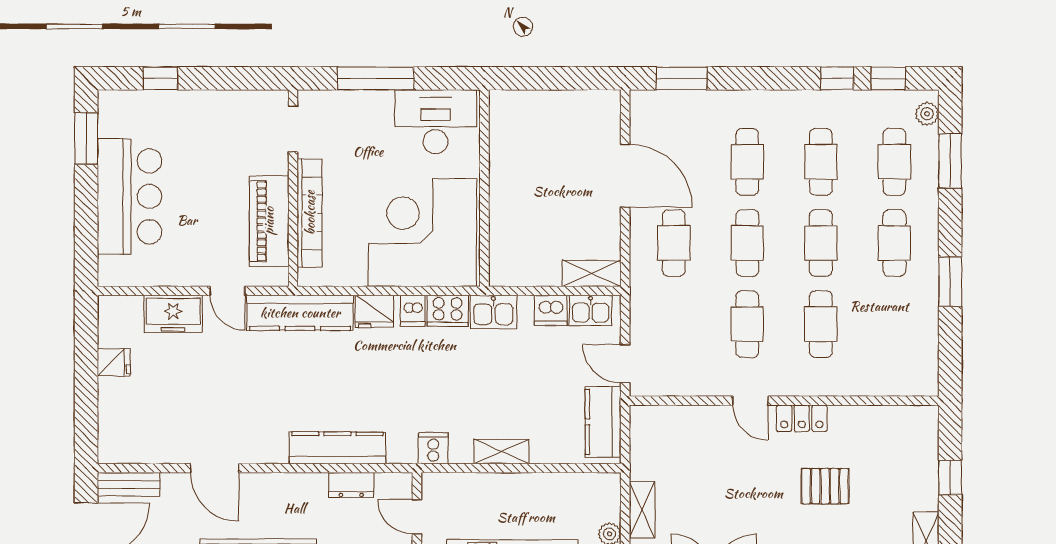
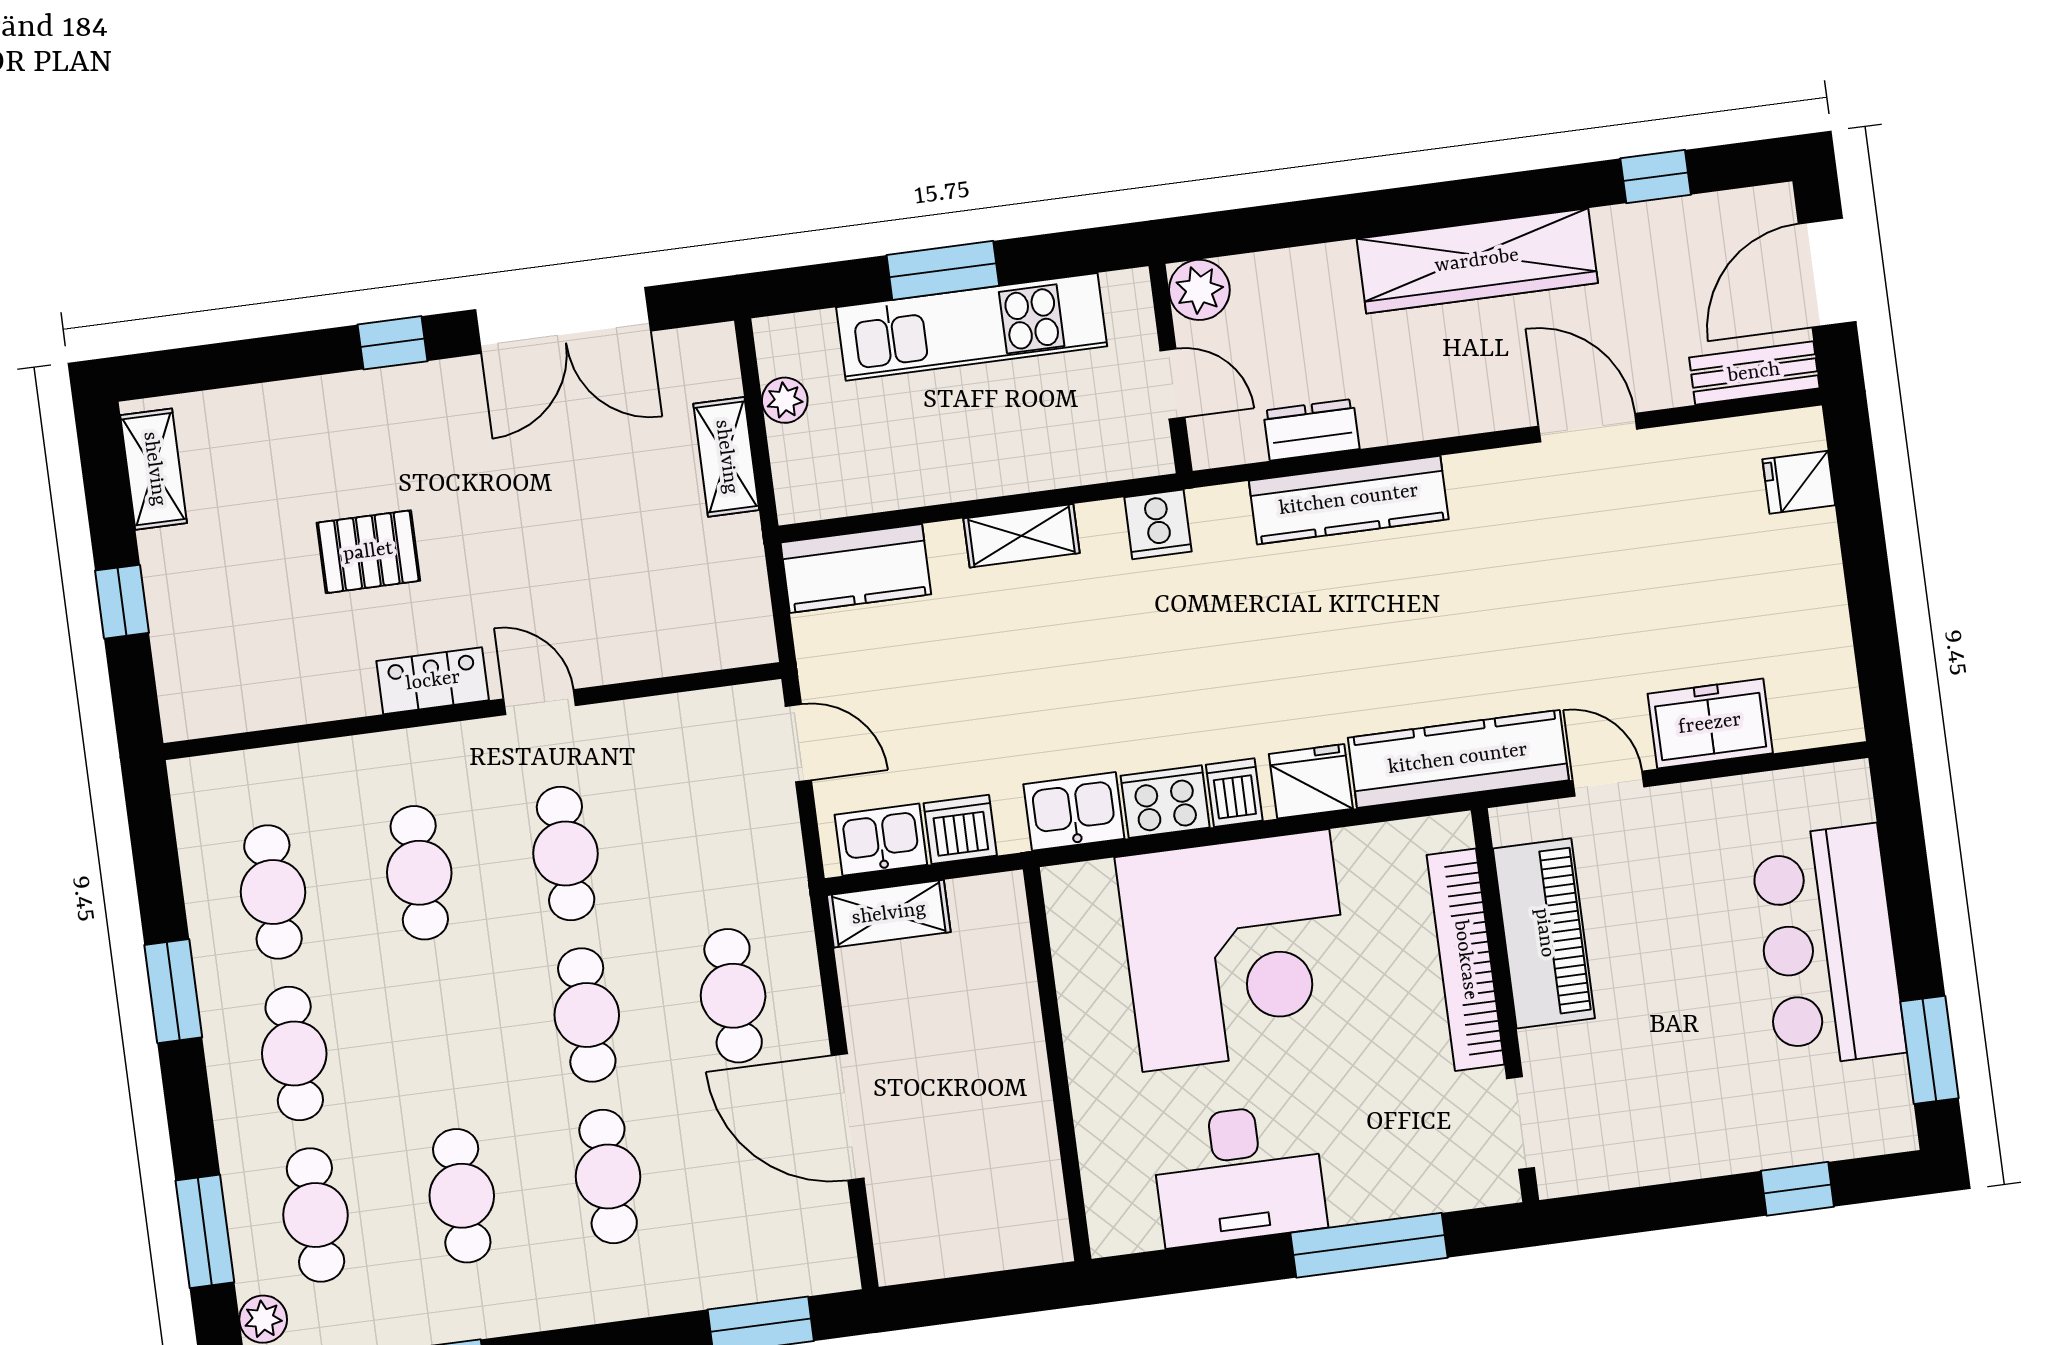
wall: (484, 188) -> (1057, 1064), moved
cafe table: (821, 243) -> (273, 892), moved
fridge: (114, 362) -> (1799, 482), moved
kitchen counter: (603, 422) -> (856, 568), moved, turned 90

